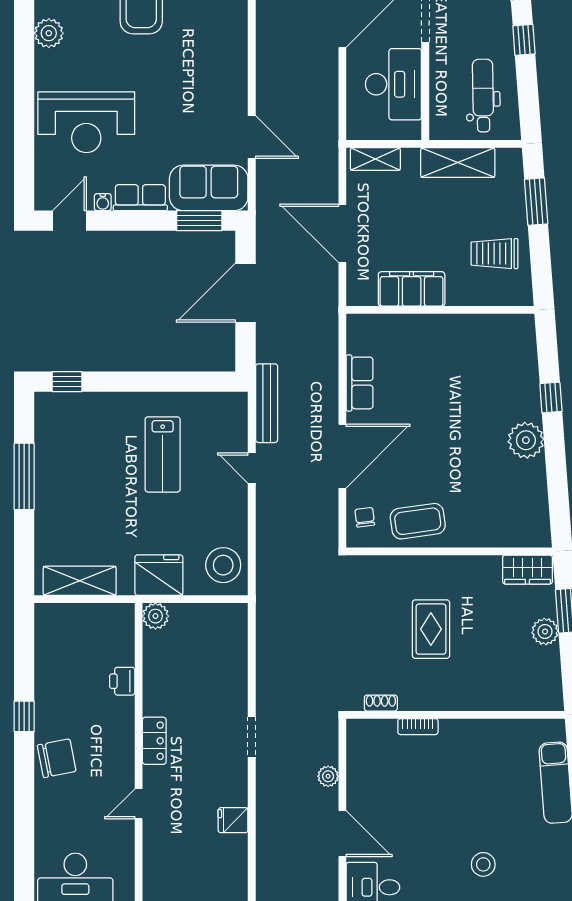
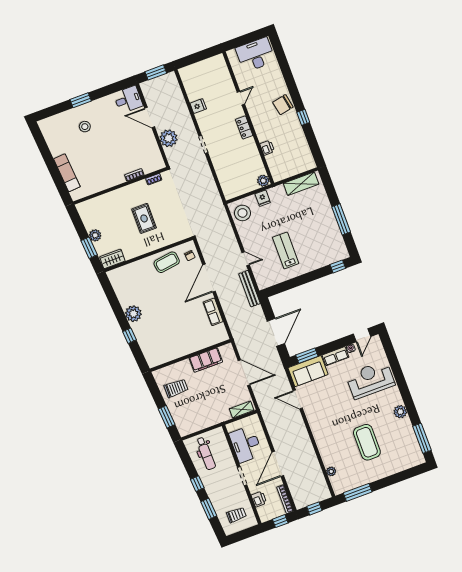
shelving: (458, 163) -> (206, 421), removed
fridge: (159, 575) -> (263, 198), width x0.53, depth x0.75
plant: (328, 776) -> (169, 138), width x1.87, depth x1.87

